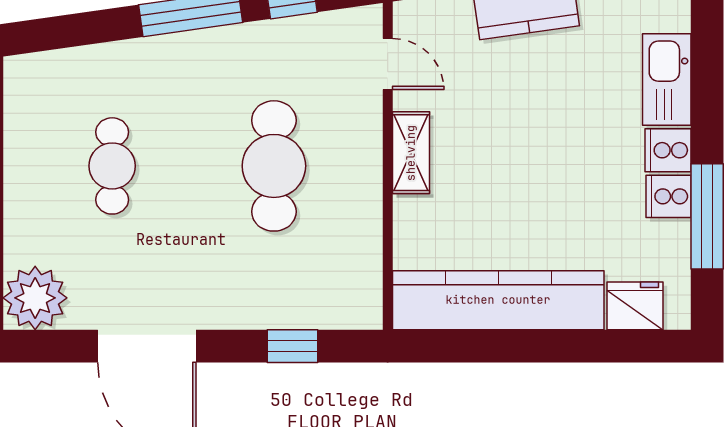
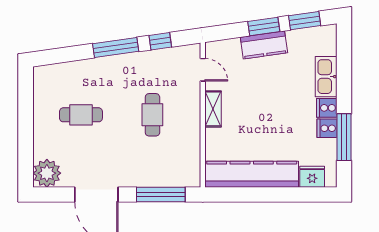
cafe table: (112, 166) -> (81, 115), turned 90
cafe table: (274, 166) -> (152, 115), width x0.73, depth x0.74
window: (292, 346) -> (161, 194), width x2.17

